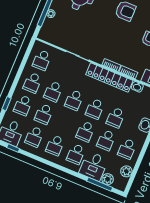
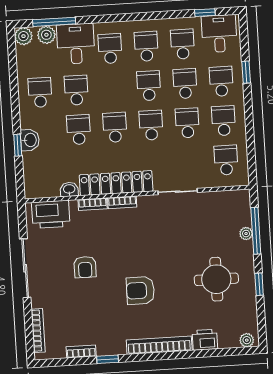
school desk: (85, 131) -> (149, 86), moved
plant: (126, 171) -> (23, 36), moved

